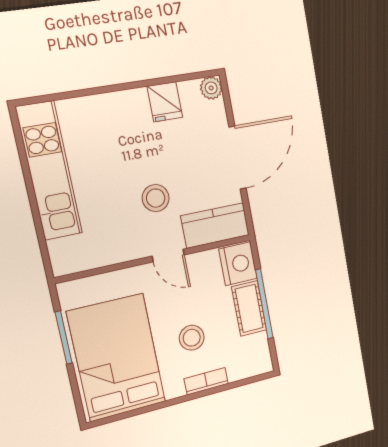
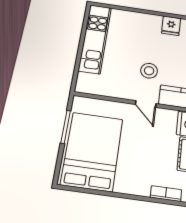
stool: (192, 338) -> (144, 158), removed
bookcase: (206, 381) -> (166, 194), moved

